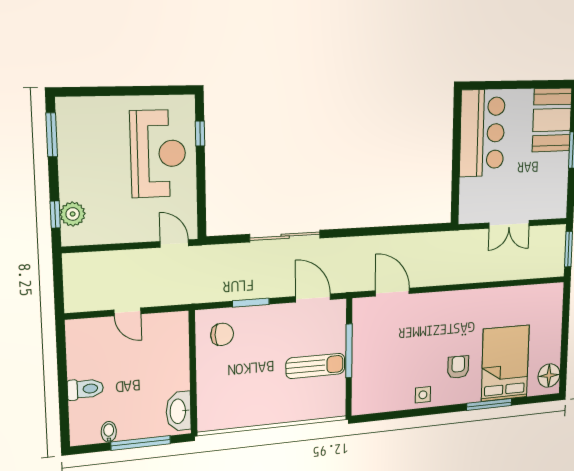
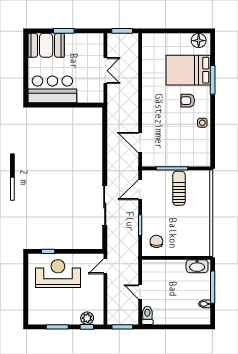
window: (52, 135) -> (57, 327), moved
window: (58, 283) -> (122, 327), added
door: (392, 292) -> (140, 143), hinge flipped
door: (127, 312) -> (140, 292), swing flipped
toilet: (85, 389) -> (147, 315), moved

